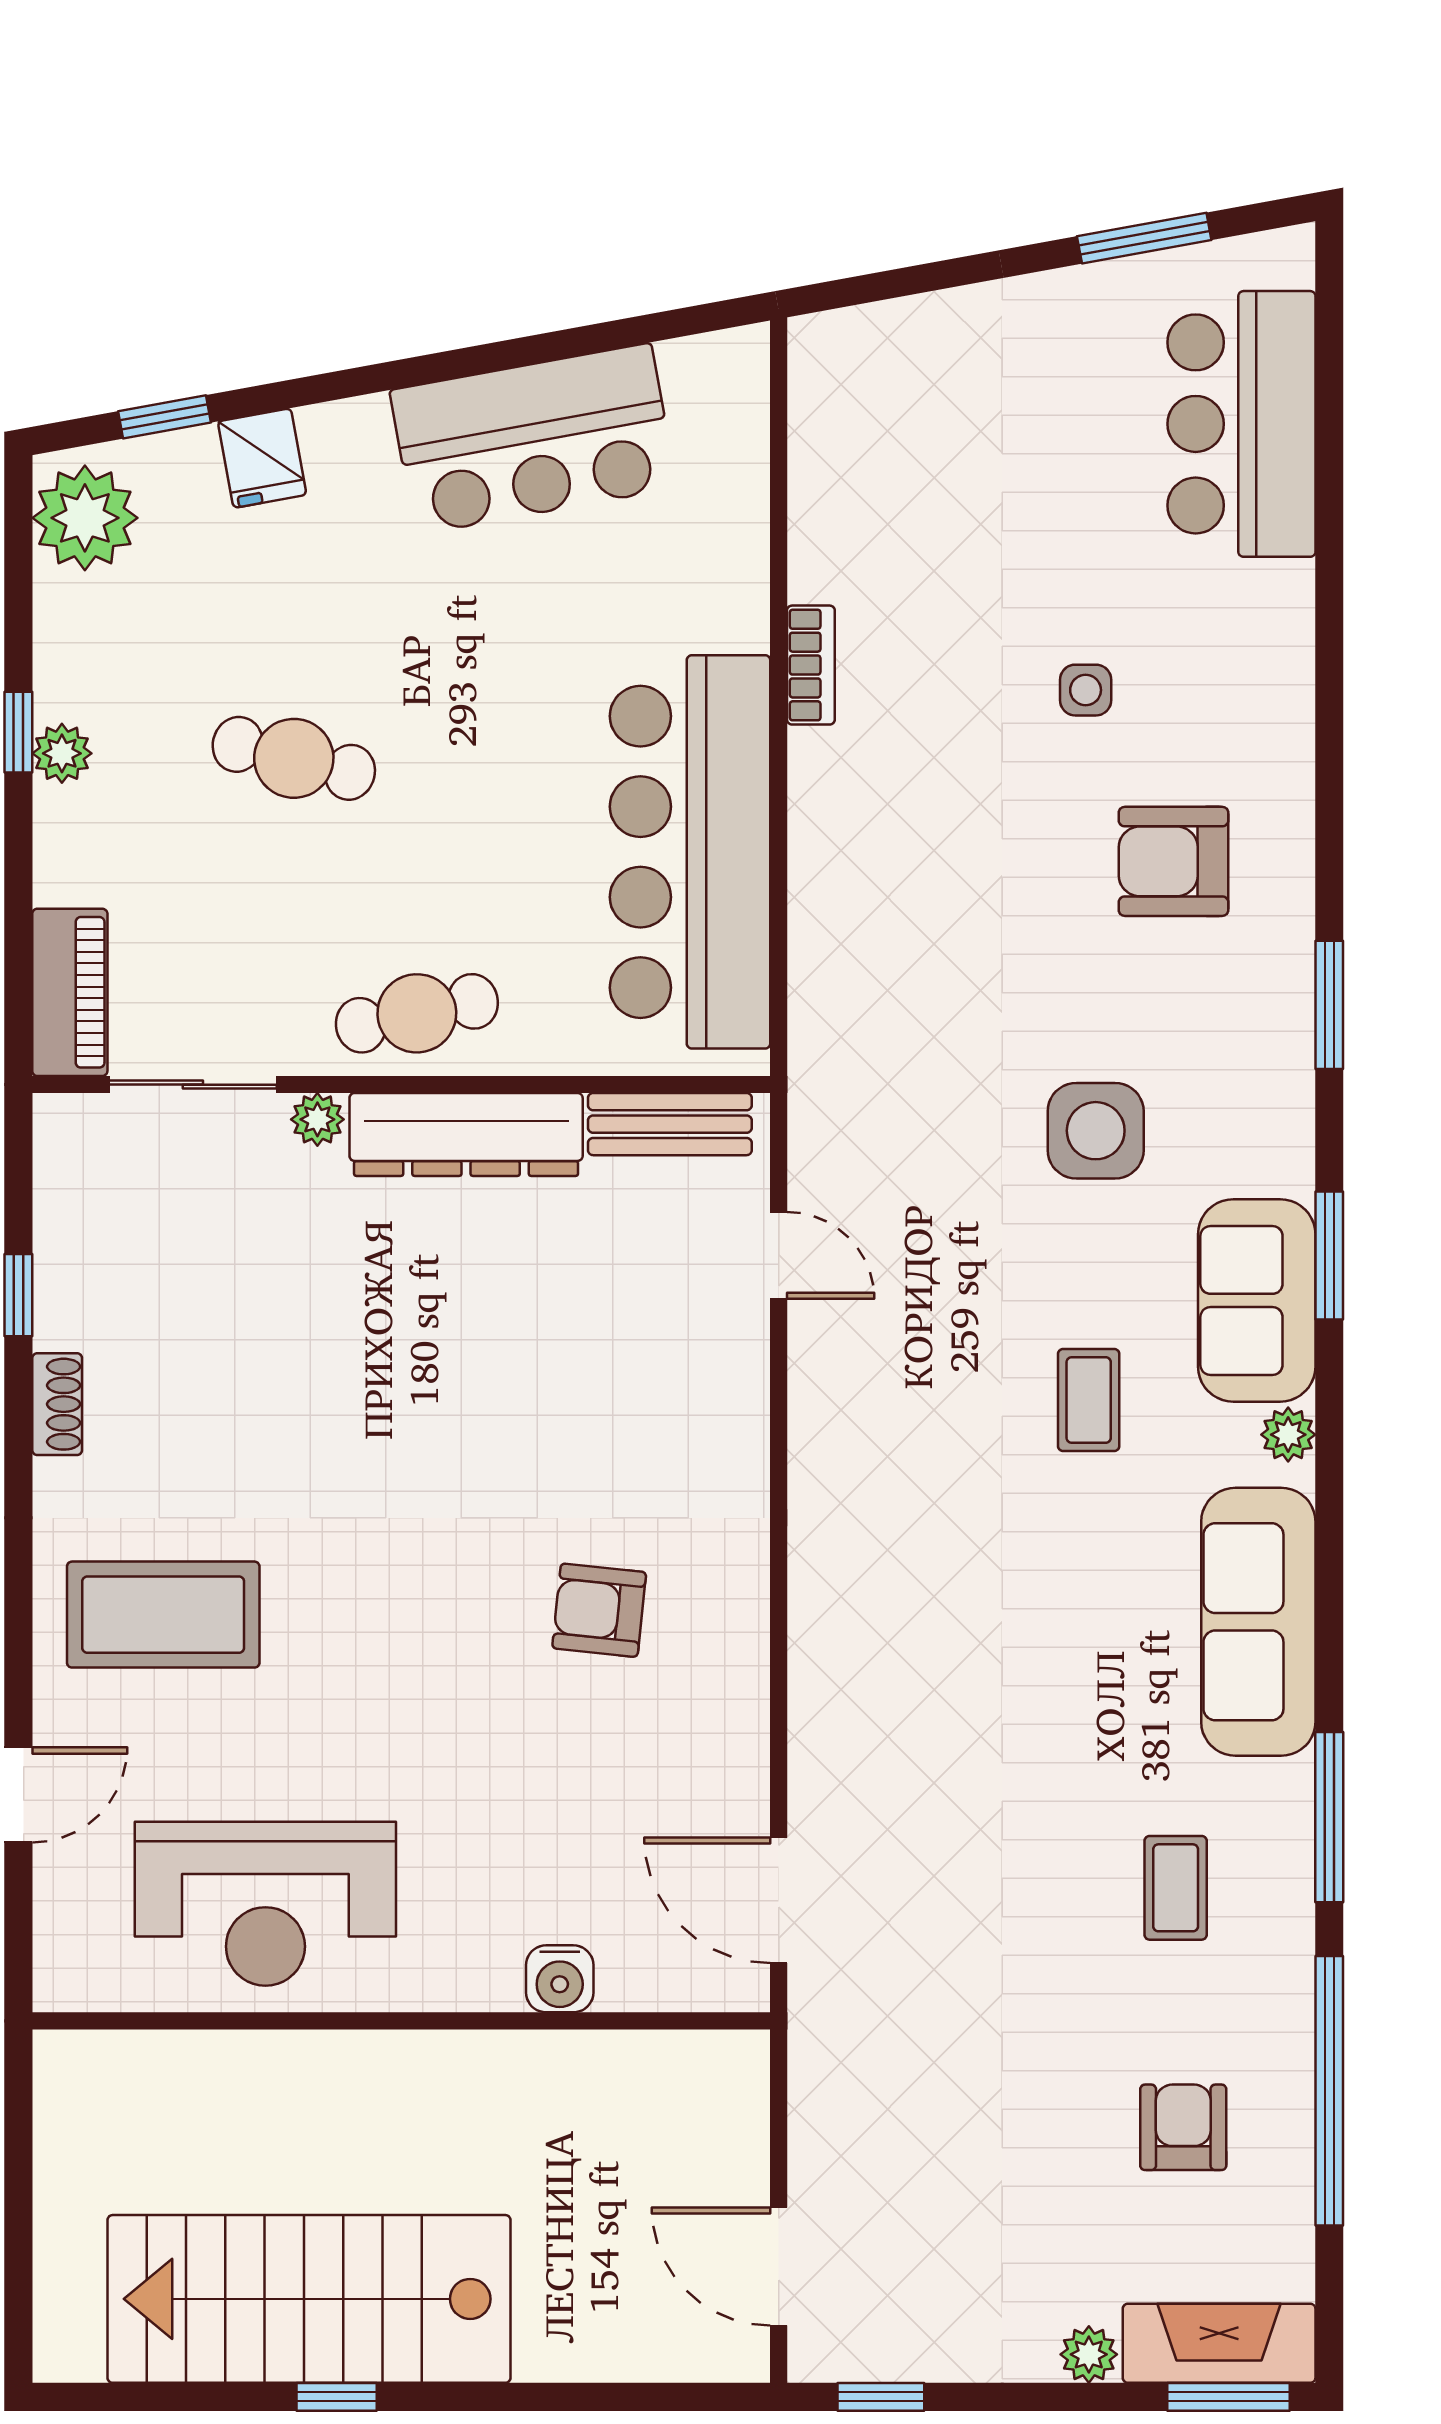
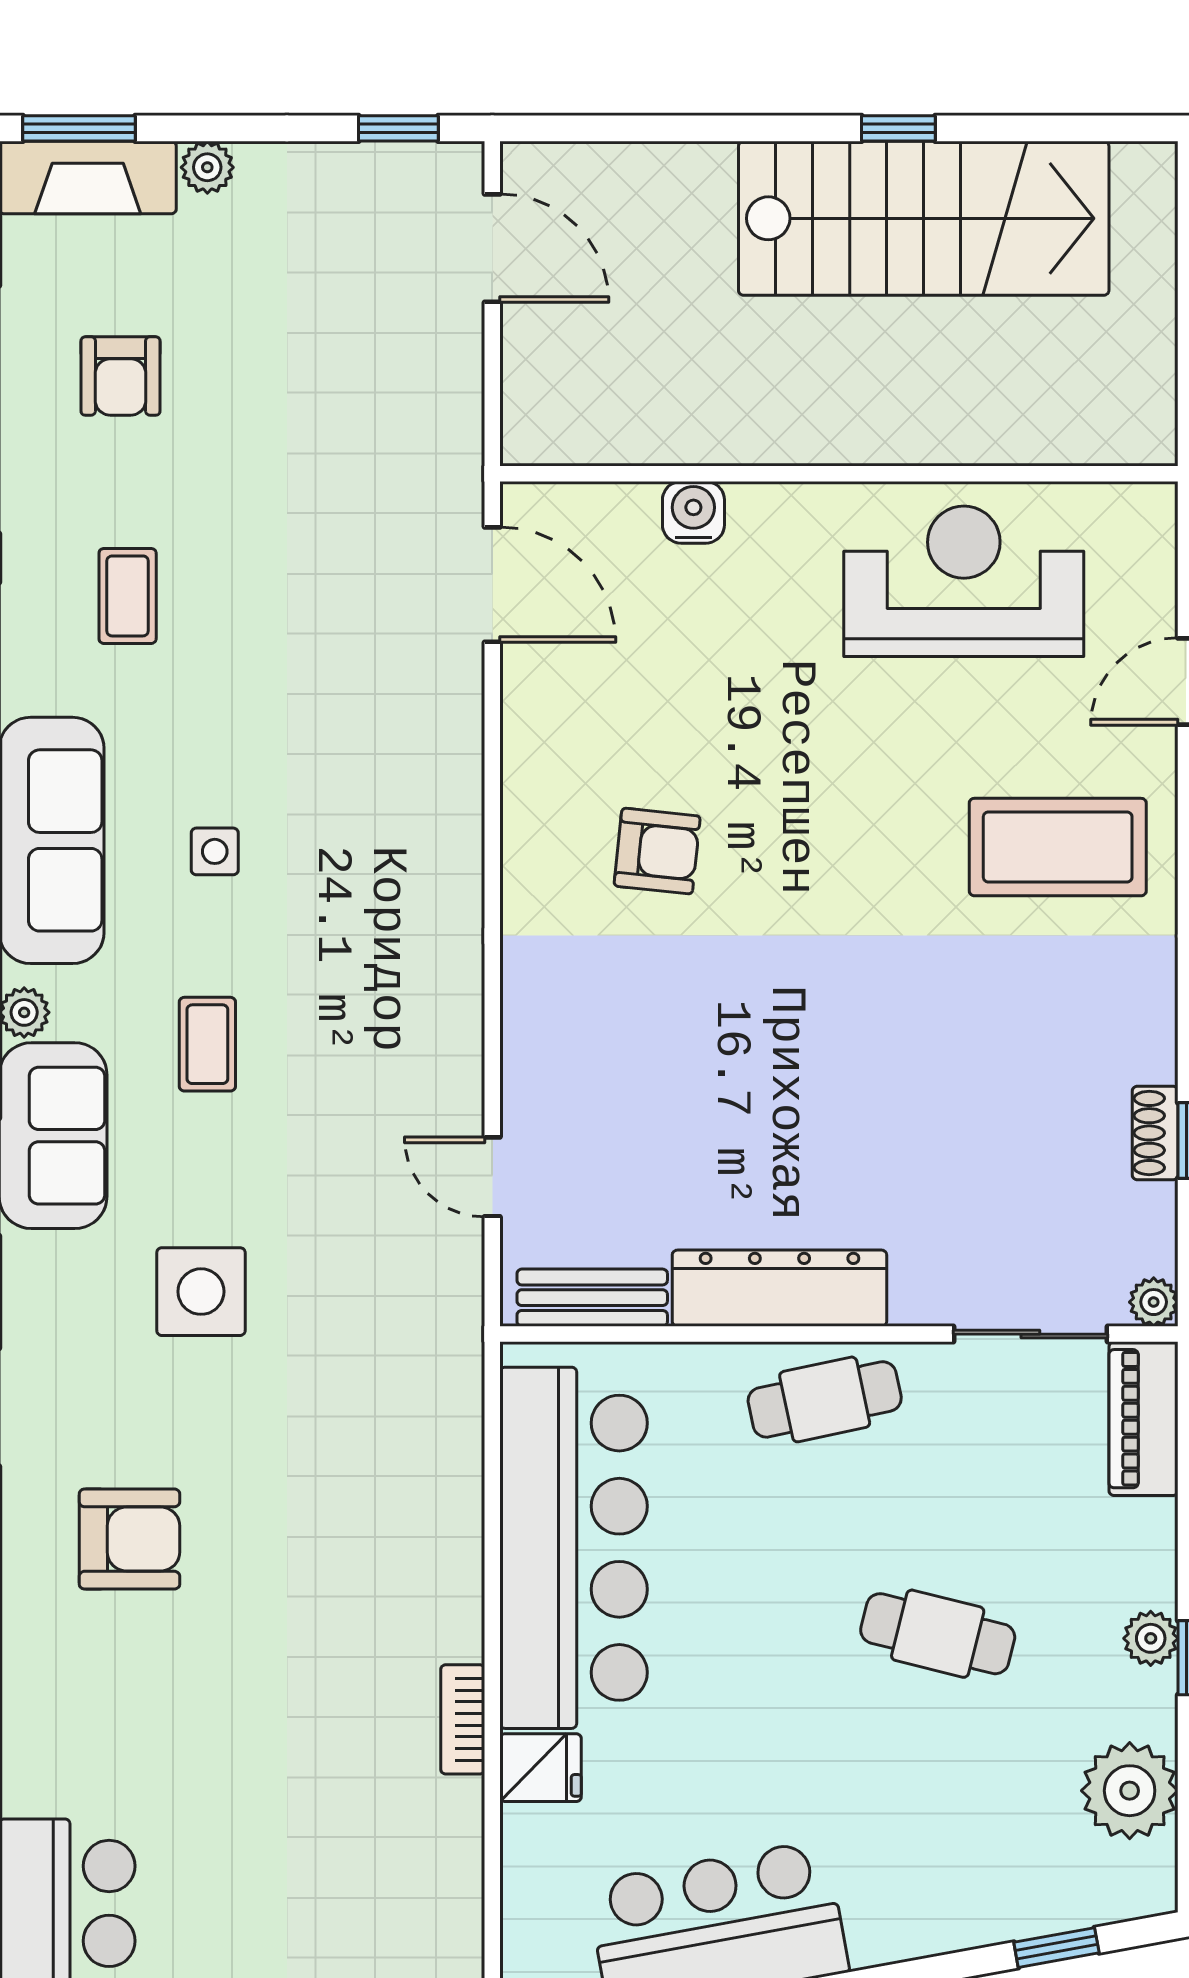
fridge: (262, 458) -> (541, 1768), moved, turned 100
plant: (85, 518) -> (1130, 1791), moved
side table: (1086, 690) -> (215, 851), moved
plant: (317, 1119) -> (1154, 1302), moved
shoe rack: (57, 1404) -> (1155, 1133), moved

